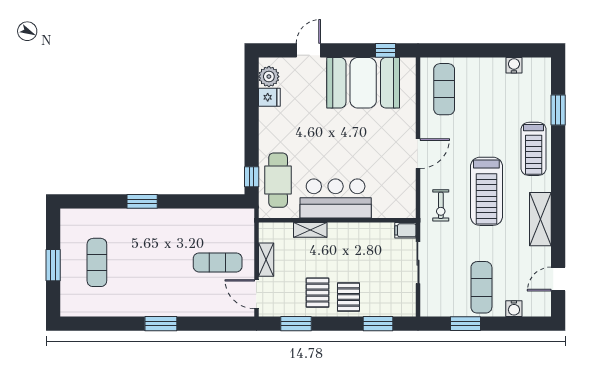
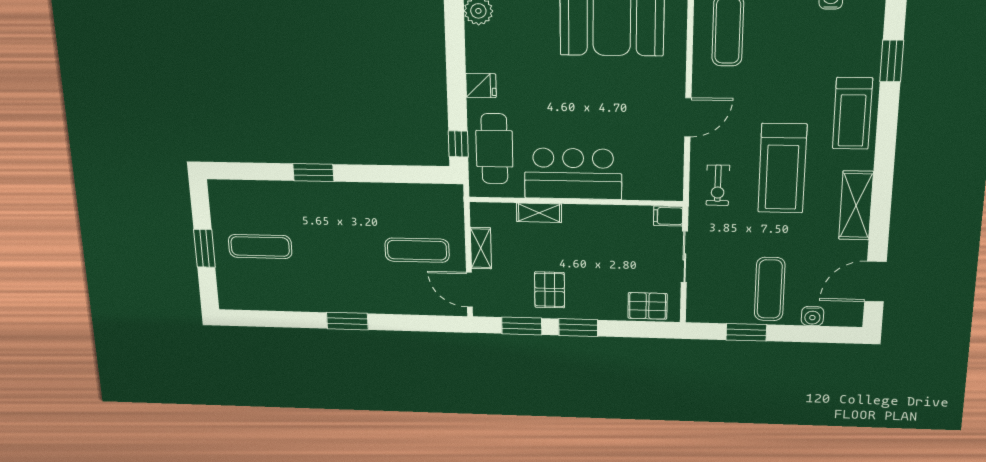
fridge: (269, 97) -> (481, 85), moved
exercise mat: (97, 262) -> (260, 246), turned 90
door: (558, 279) -> (875, 282), width x1.38
pallet: (348, 297) -> (648, 306), moved, turned 90
window: (378, 324) -> (578, 328), moved

